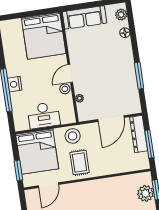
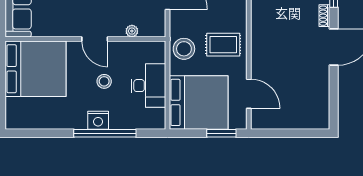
stool: (65, 89) -> (104, 81), moved

